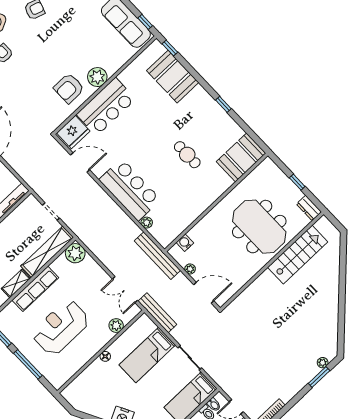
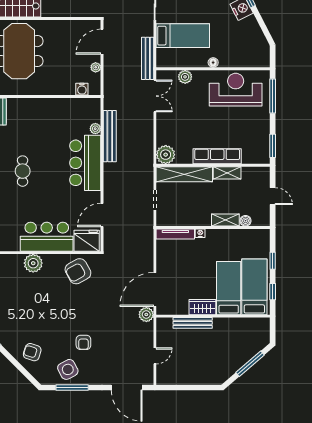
armchair: (69, 88) -> (78, 271), moved, turned 151
cafe table: (187, 155) -> (23, 171), moved
door: (80, 162) -> (102, 215), hinge flipped
bench: (157, 256) -> (110, 136), moved
door: (204, 293) -> (102, 42), hinge flipped
reception desk: (61, 327) -> (236, 90), moved, turned 180
window: (28, 364) -> (273, 96), moved

